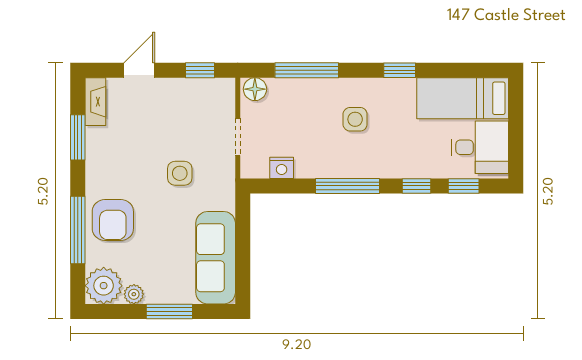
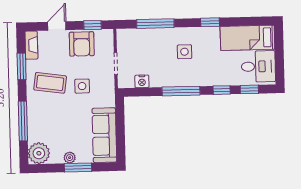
floor lamp: (255, 89) -> (125, 35), removed
coffee table: (125, 167) -> (50, 83), added
armchair: (113, 220) -> (82, 44), moved
plant: (134, 294) -> (70, 158), moved

